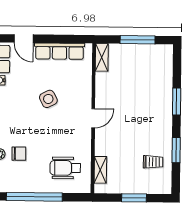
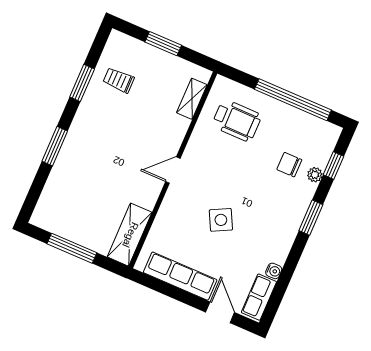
shelving: (102, 57) -> (130, 235), width x1.50, depth x1.33

